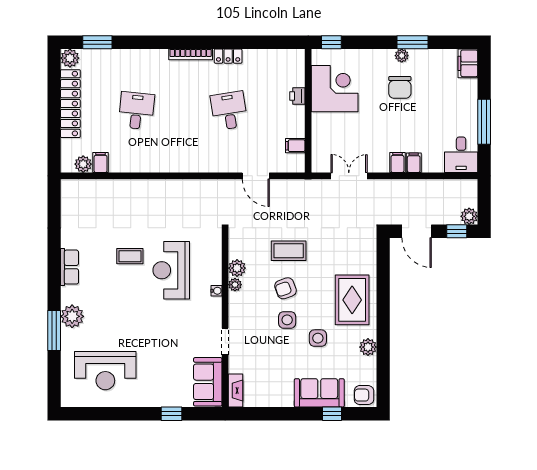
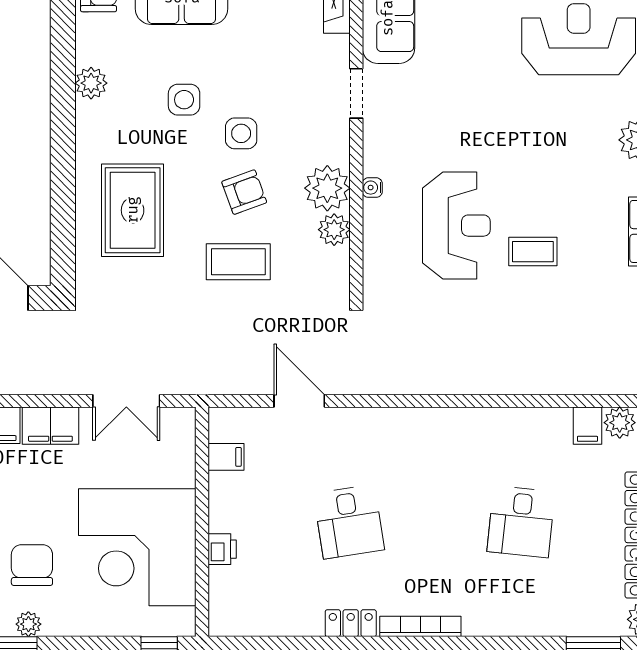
corner desk: (335, 89) -> (137, 547), width x1.36, depth x1.36
filing cabinet: (397, 163) -> (50, 426), width x2.00
plant: (235, 285) -> (327, 188), width x1.87, depth x1.87
rug: (352, 300) -> (133, 210), moved

